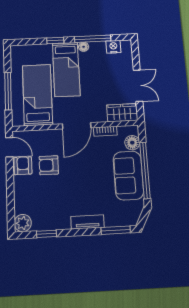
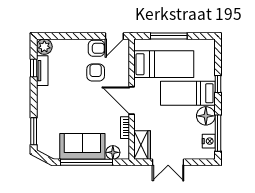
window: (93, 39) -> (218, 133), moved
floor lamp: (84, 47) -> (206, 116), width x1.89, depth x1.89
tv unit: (87, 222) -> (42, 71), moved

